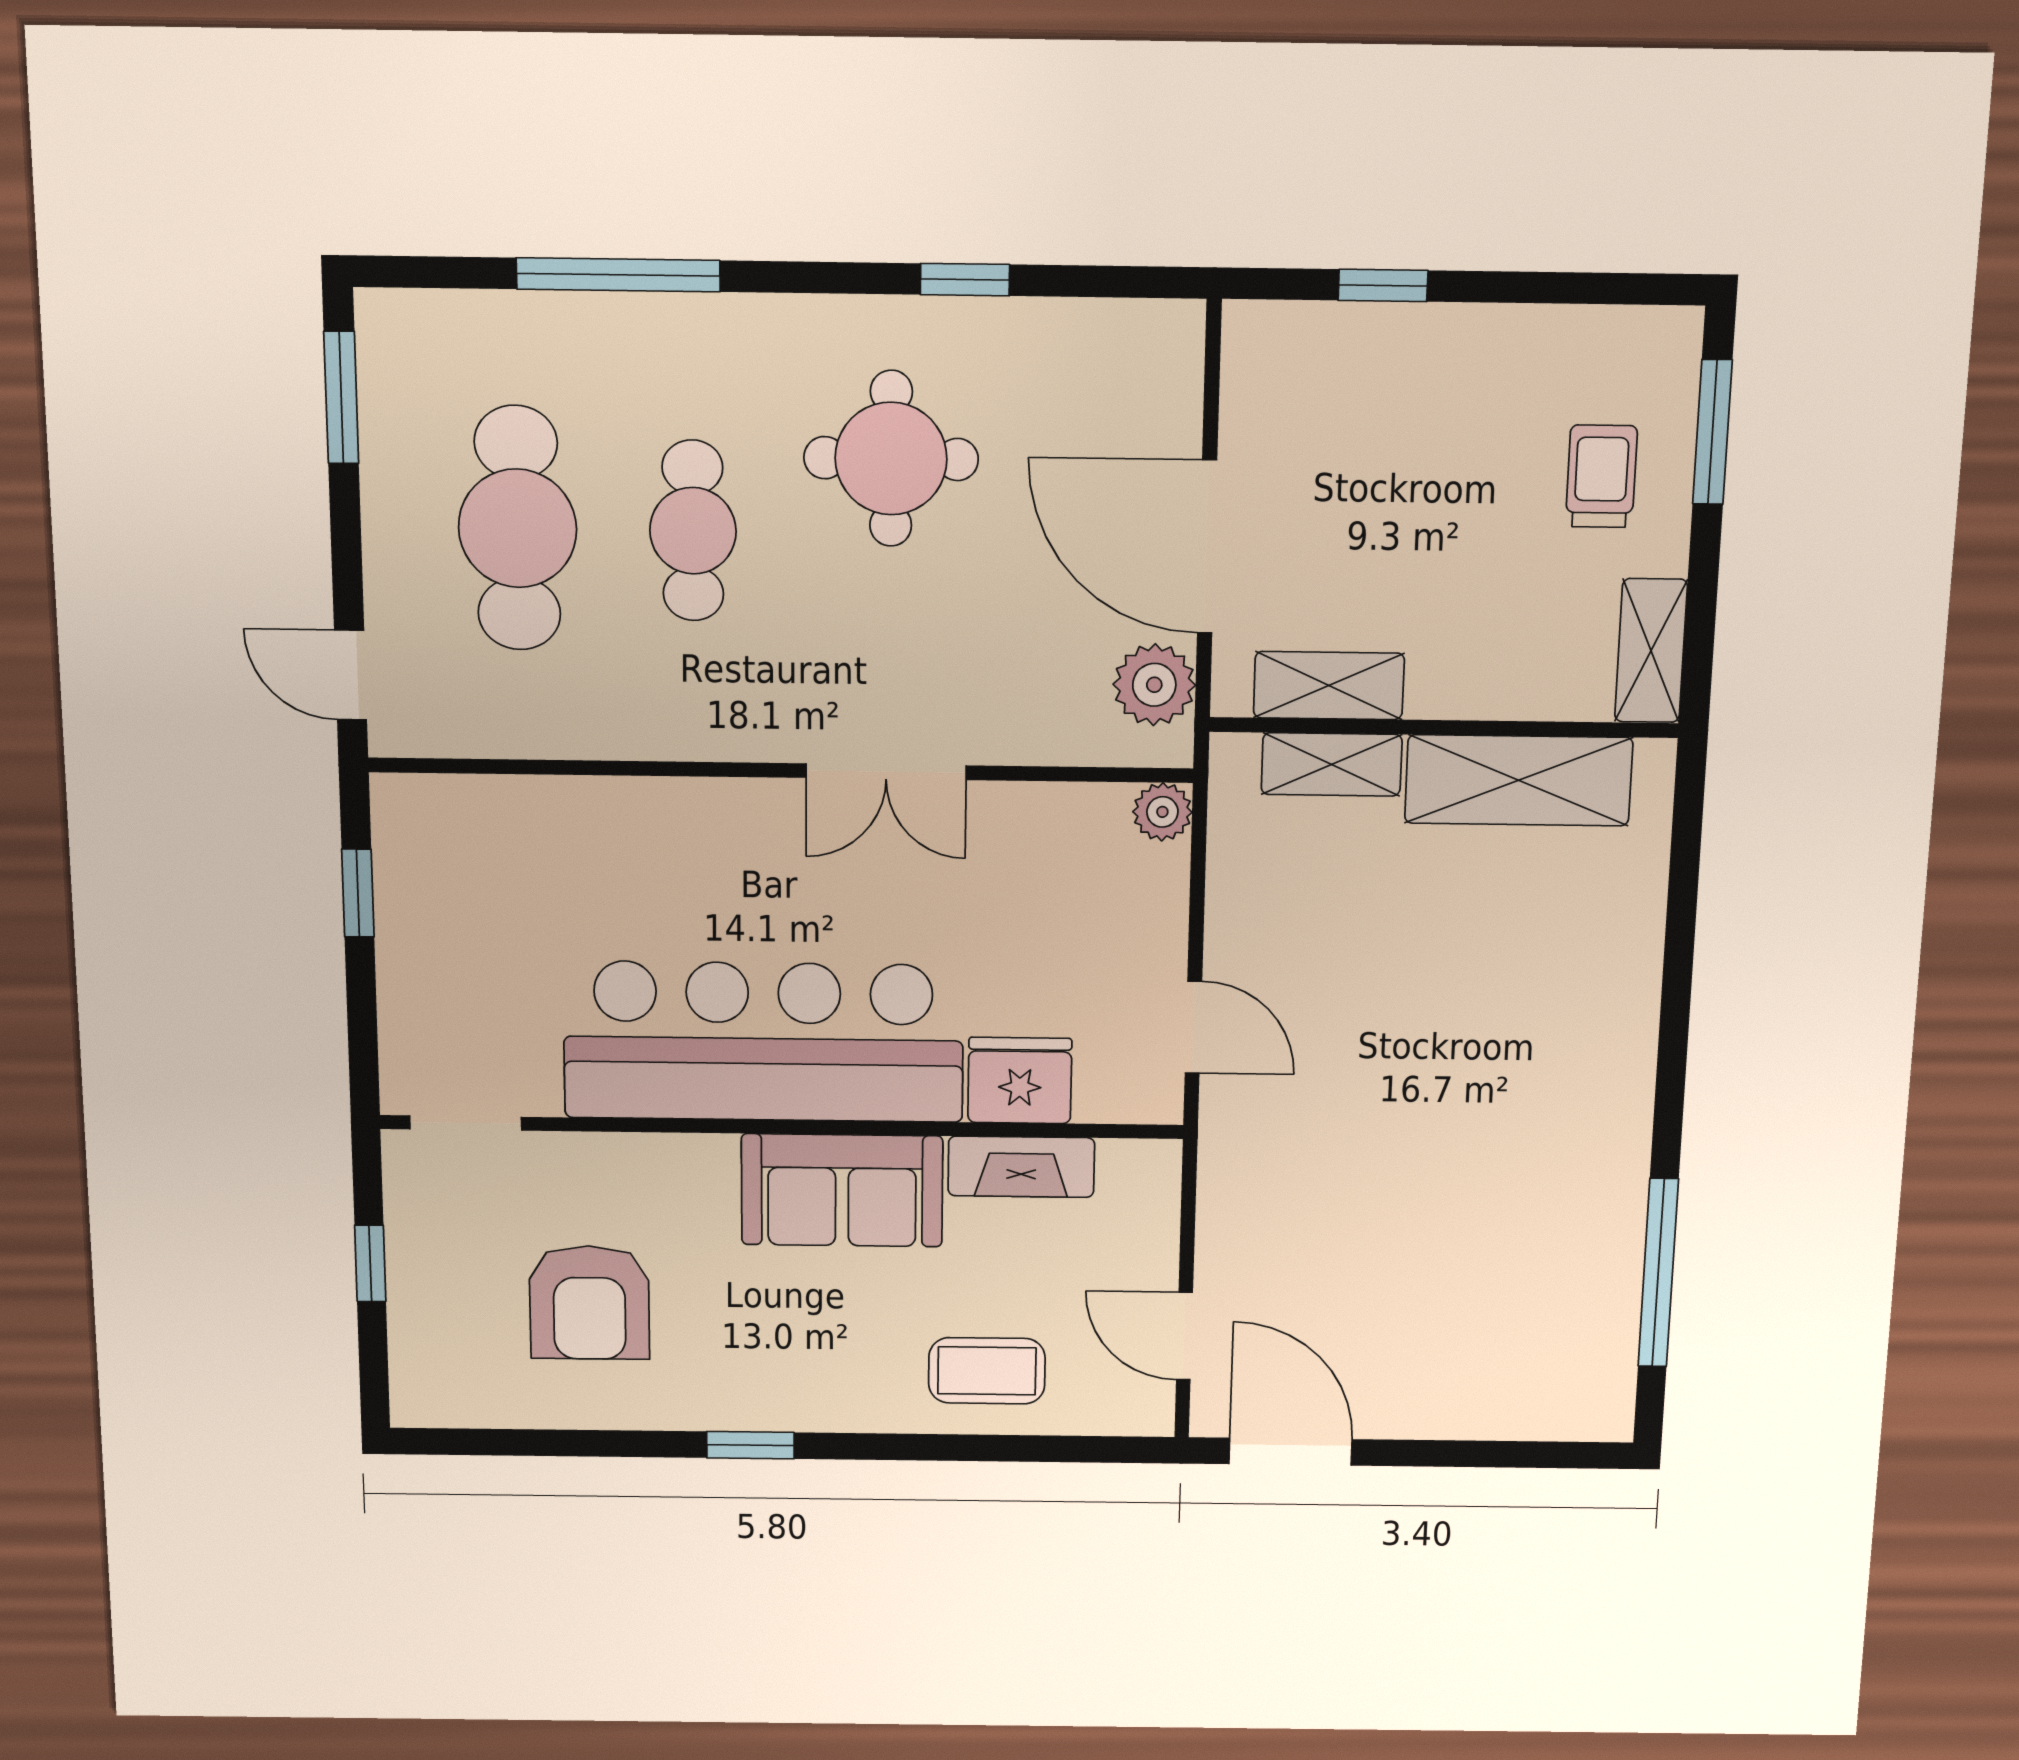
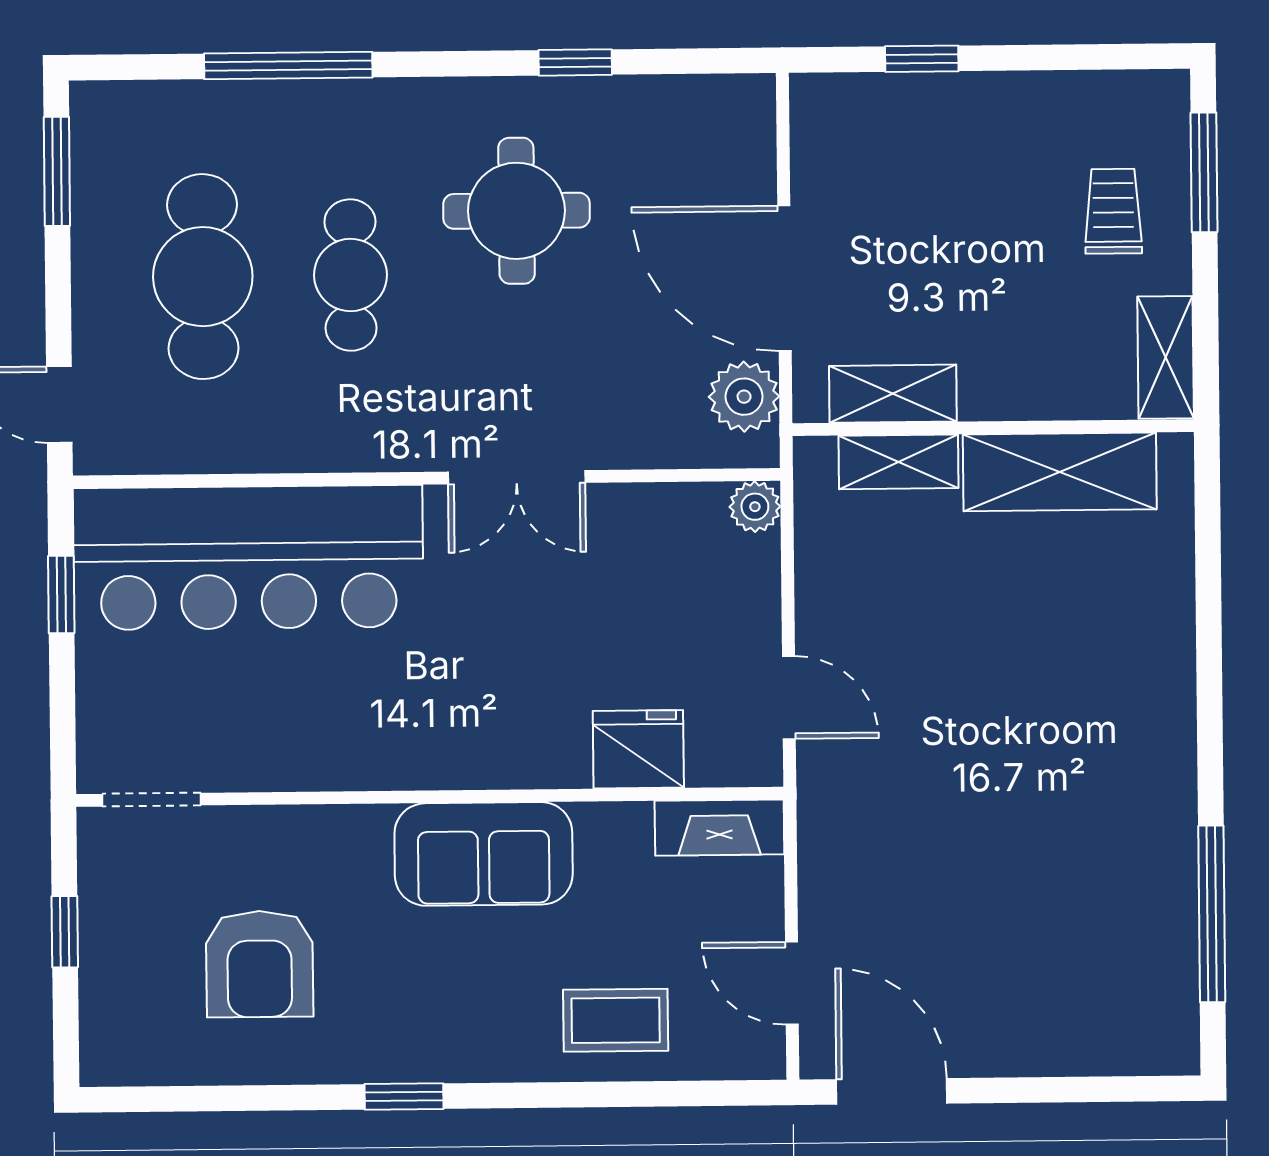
bar counter: (763, 1042) -> (248, 558), moved, turned 180
fireplace: (1021, 1167) -> (719, 828), moved

